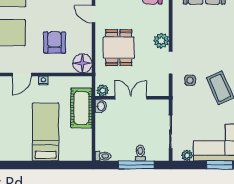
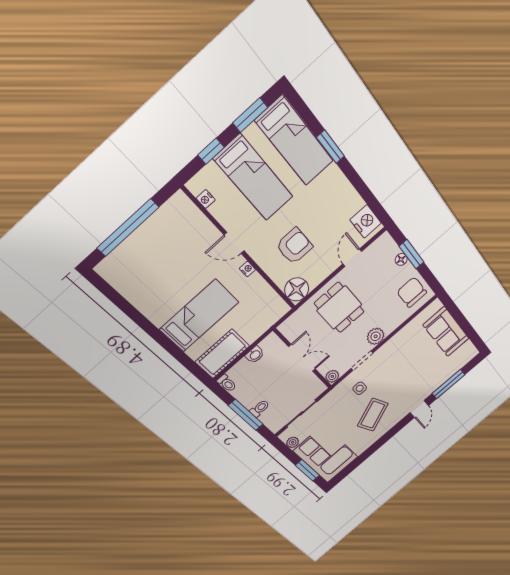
dining table: (119, 48) -> (339, 308), turned 90
plant: (103, 90) -> (332, 376), moved
washbasin: (101, 106) -> (255, 355), moved
cot: (81, 108) -> (222, 354), moved

